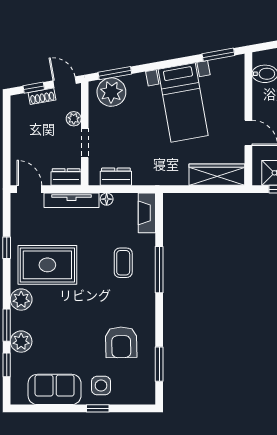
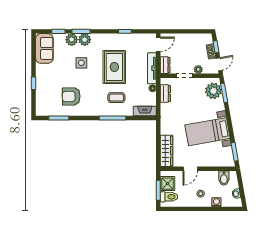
rug: (47, 265) -> (114, 67), moved
plant: (21, 300) -> (85, 40), moved
side table: (101, 386) -> (81, 63), moved
sofa: (55, 389) -> (44, 48), moved

